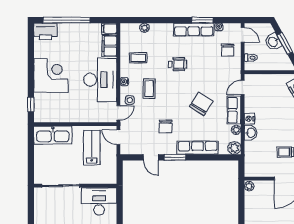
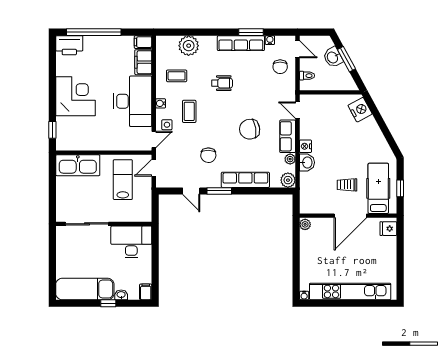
plant: (145, 28) -> (189, 46), width x1.88, depth x1.88
door: (243, 88) -> (297, 110), hinge flipped
chair: (201, 104) -> (250, 129), turned -131
door: (118, 137) -> (154, 168), hinge flipped

